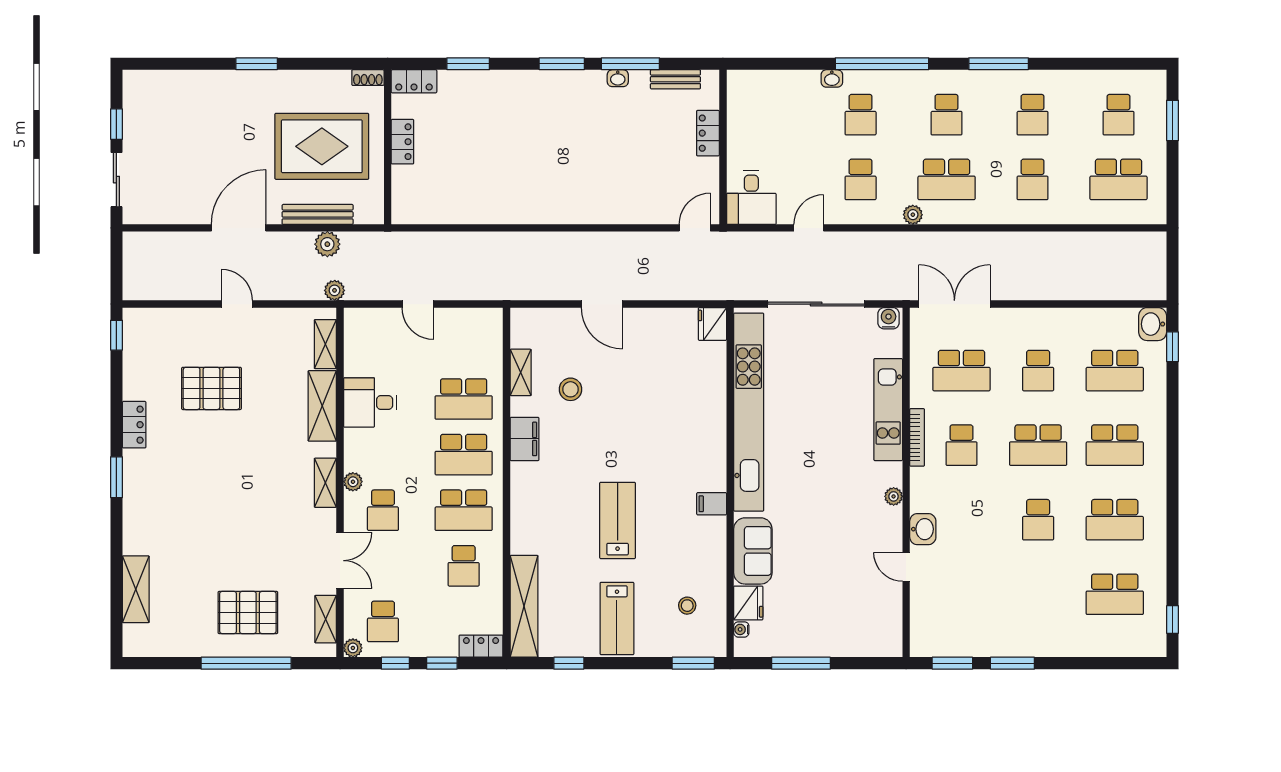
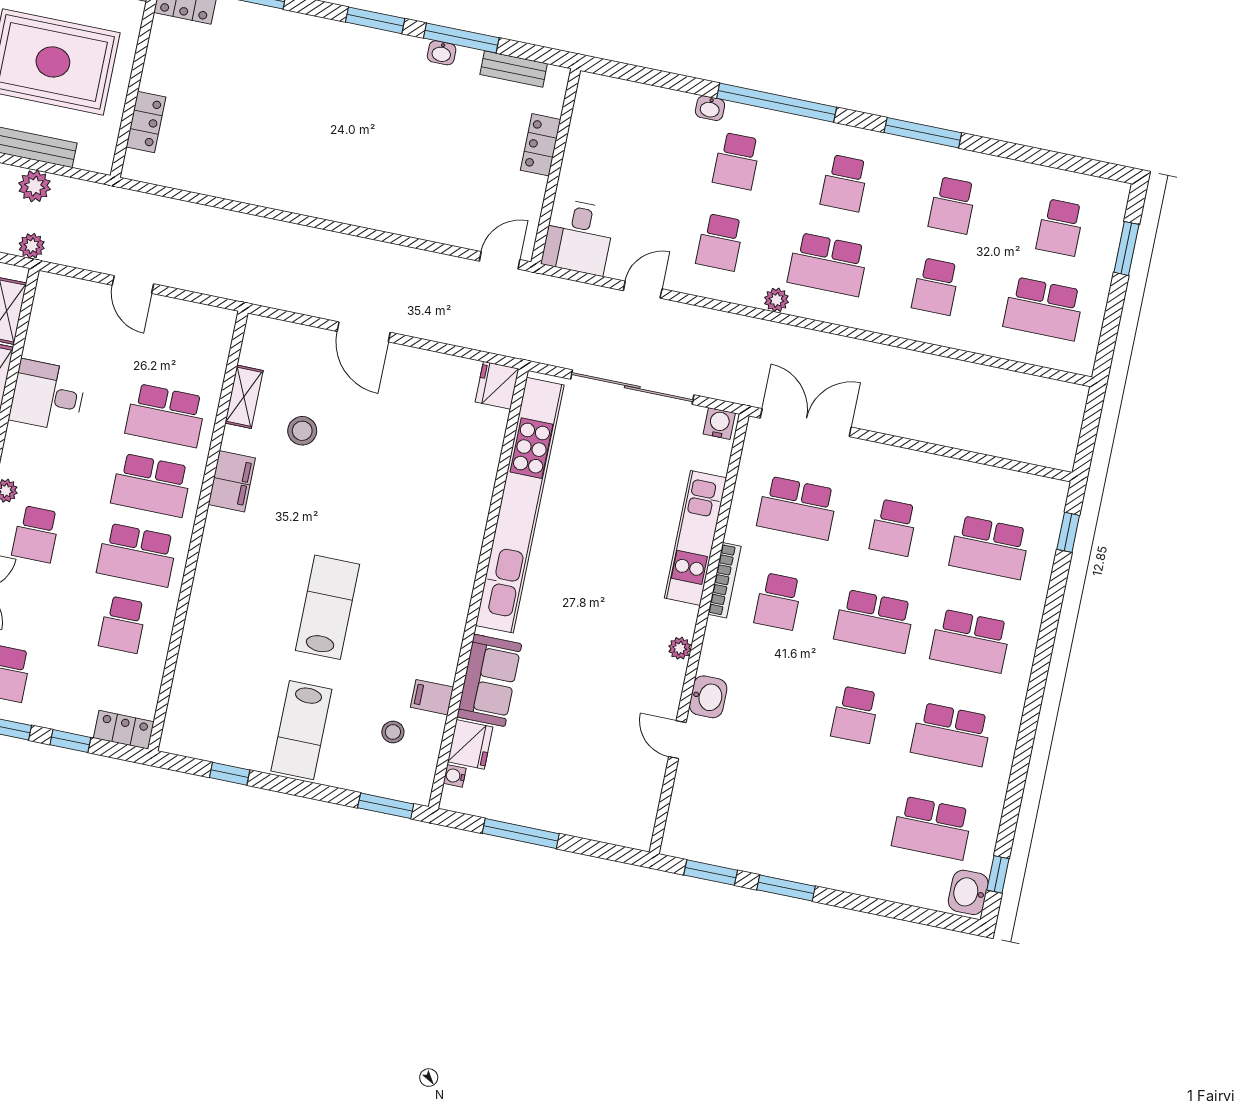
locker: (402, 142) -> (146, 122), moved
washbasin: (1153, 324) -> (968, 892), moved
filing cabinet: (712, 504) -> (432, 697), moved
shelving: (524, 606) -> (188, 691), removed

